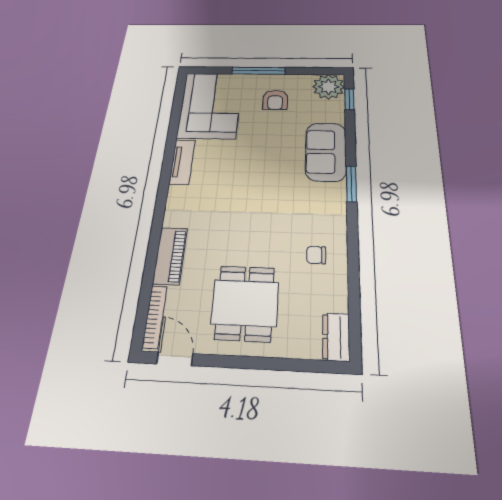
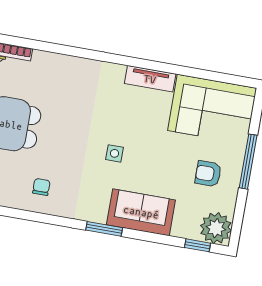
side table: (266, 184) -> (115, 153), added
piano: (170, 256) -> (58, 65), removed

